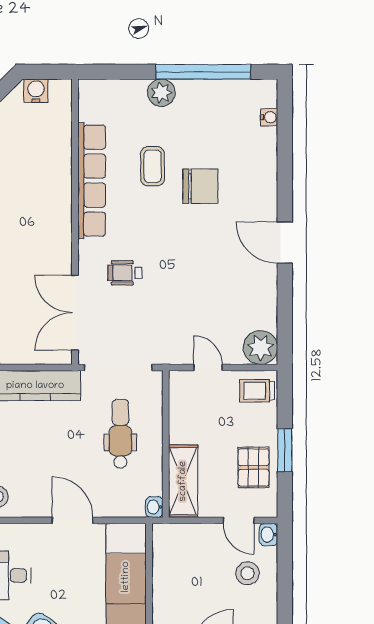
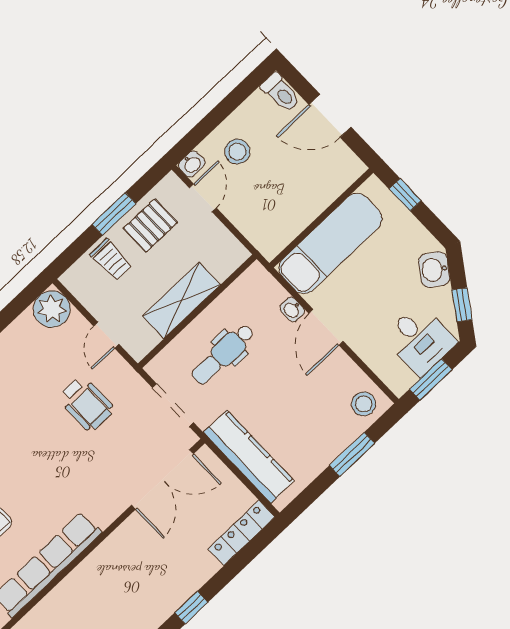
wheelchair: (125, 273) -> (86, 404), moved, width x1.36, depth x1.37
doorway: (118, 368) -> (173, 405), width x0.73
trolley: (257, 391) -> (111, 260), moved
shelving: (183, 481) -> (182, 300), moved
washbasin: (154, 507) -> (292, 310), moved, turned 90

